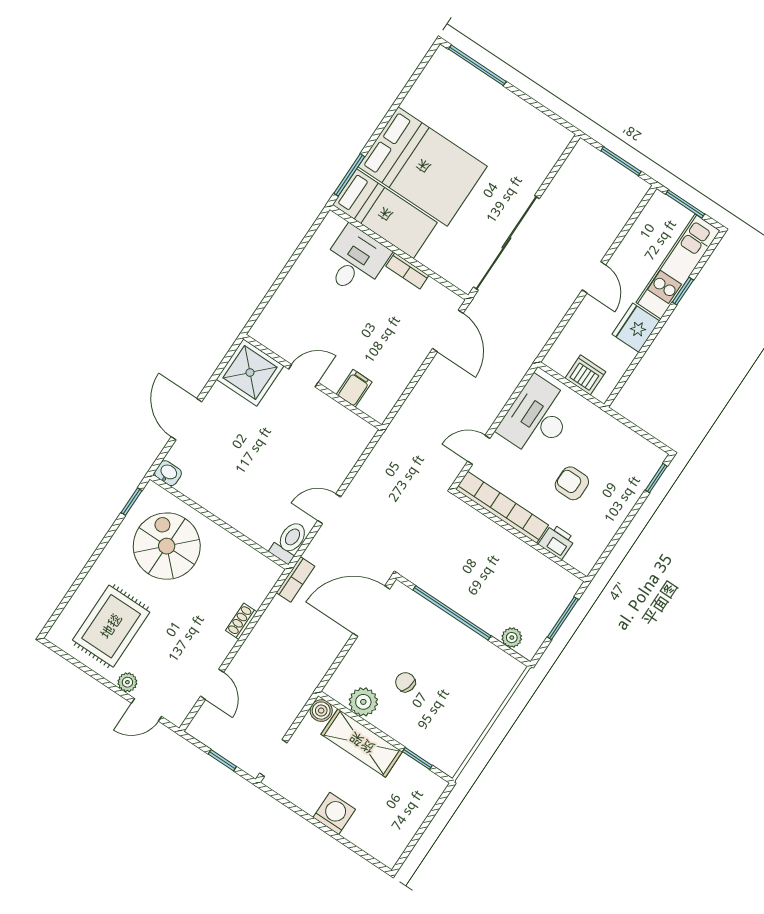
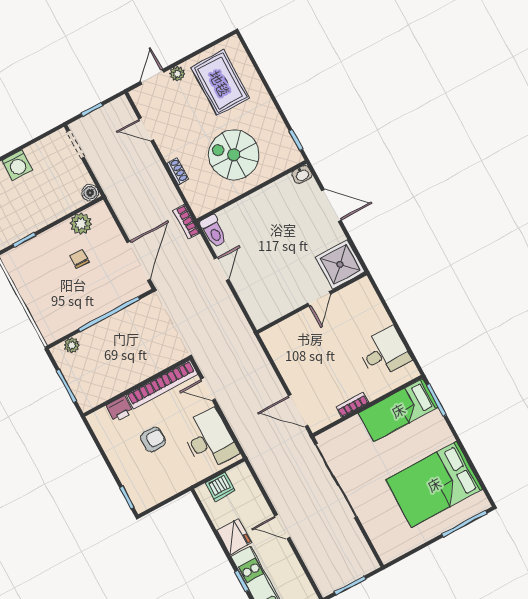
bed: (423, 166) -> (434, 484), moved
desk: (355, 261) -> (384, 353), moved, turned -90
filing cabinet: (354, 388) -> (293, 328), removed
door: (479, 450) -> (208, 389), swing flipped
spiral stairs: (167, 546) -> (234, 155), moved, turned 180
chair: (405, 682) -> (79, 259), turned -104
shelving: (362, 743) -> (54, 208), removed

